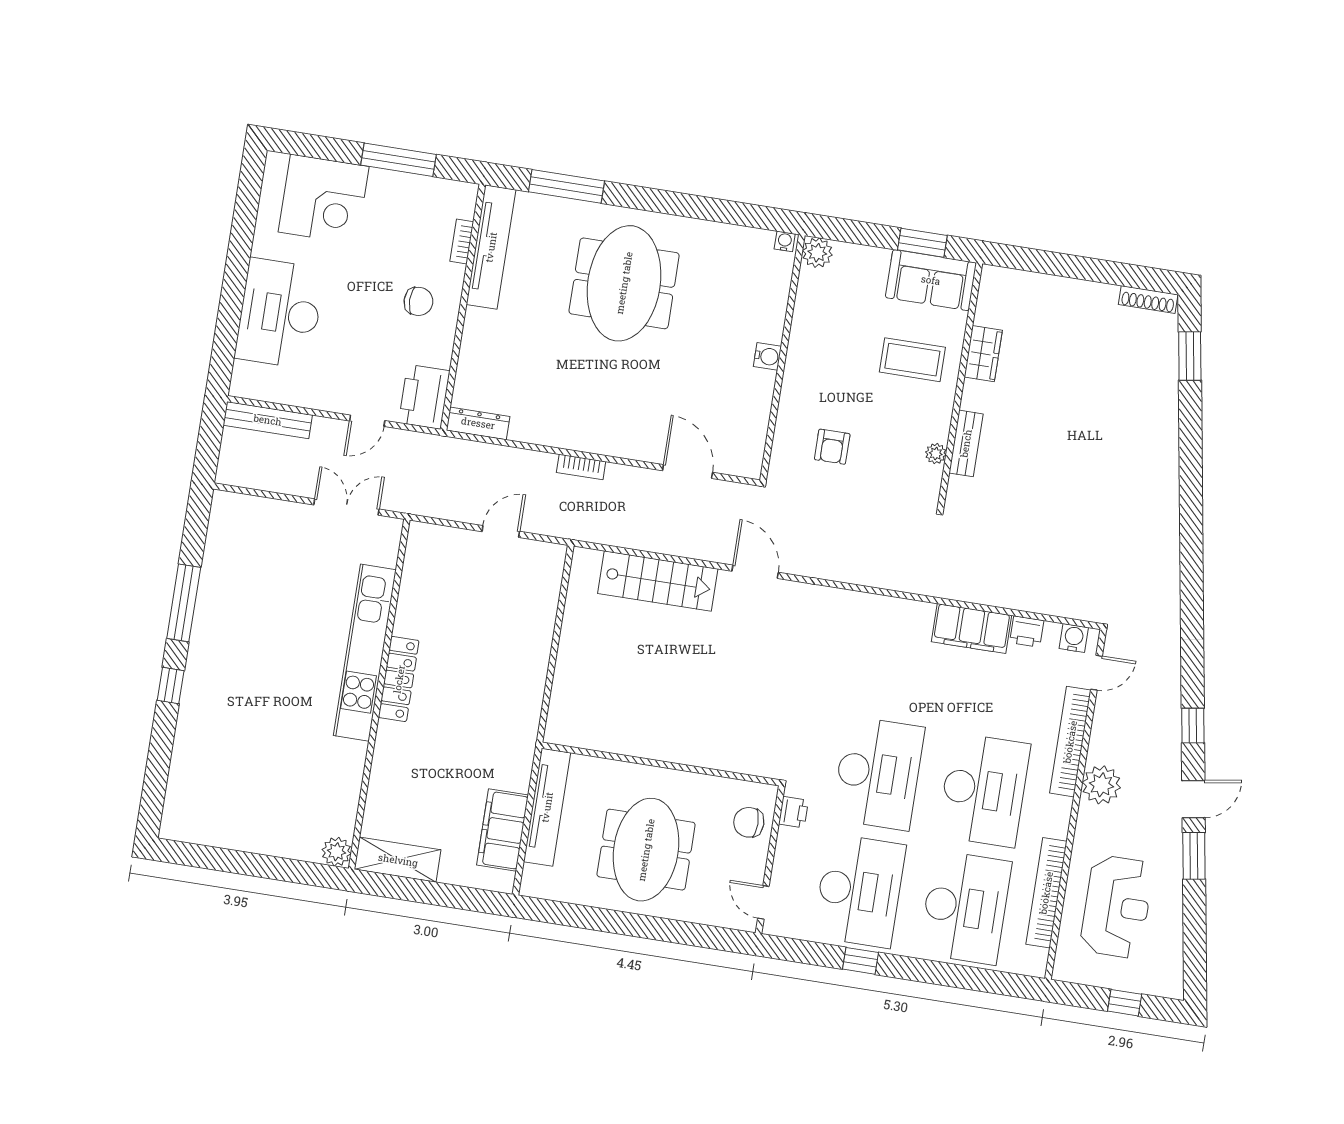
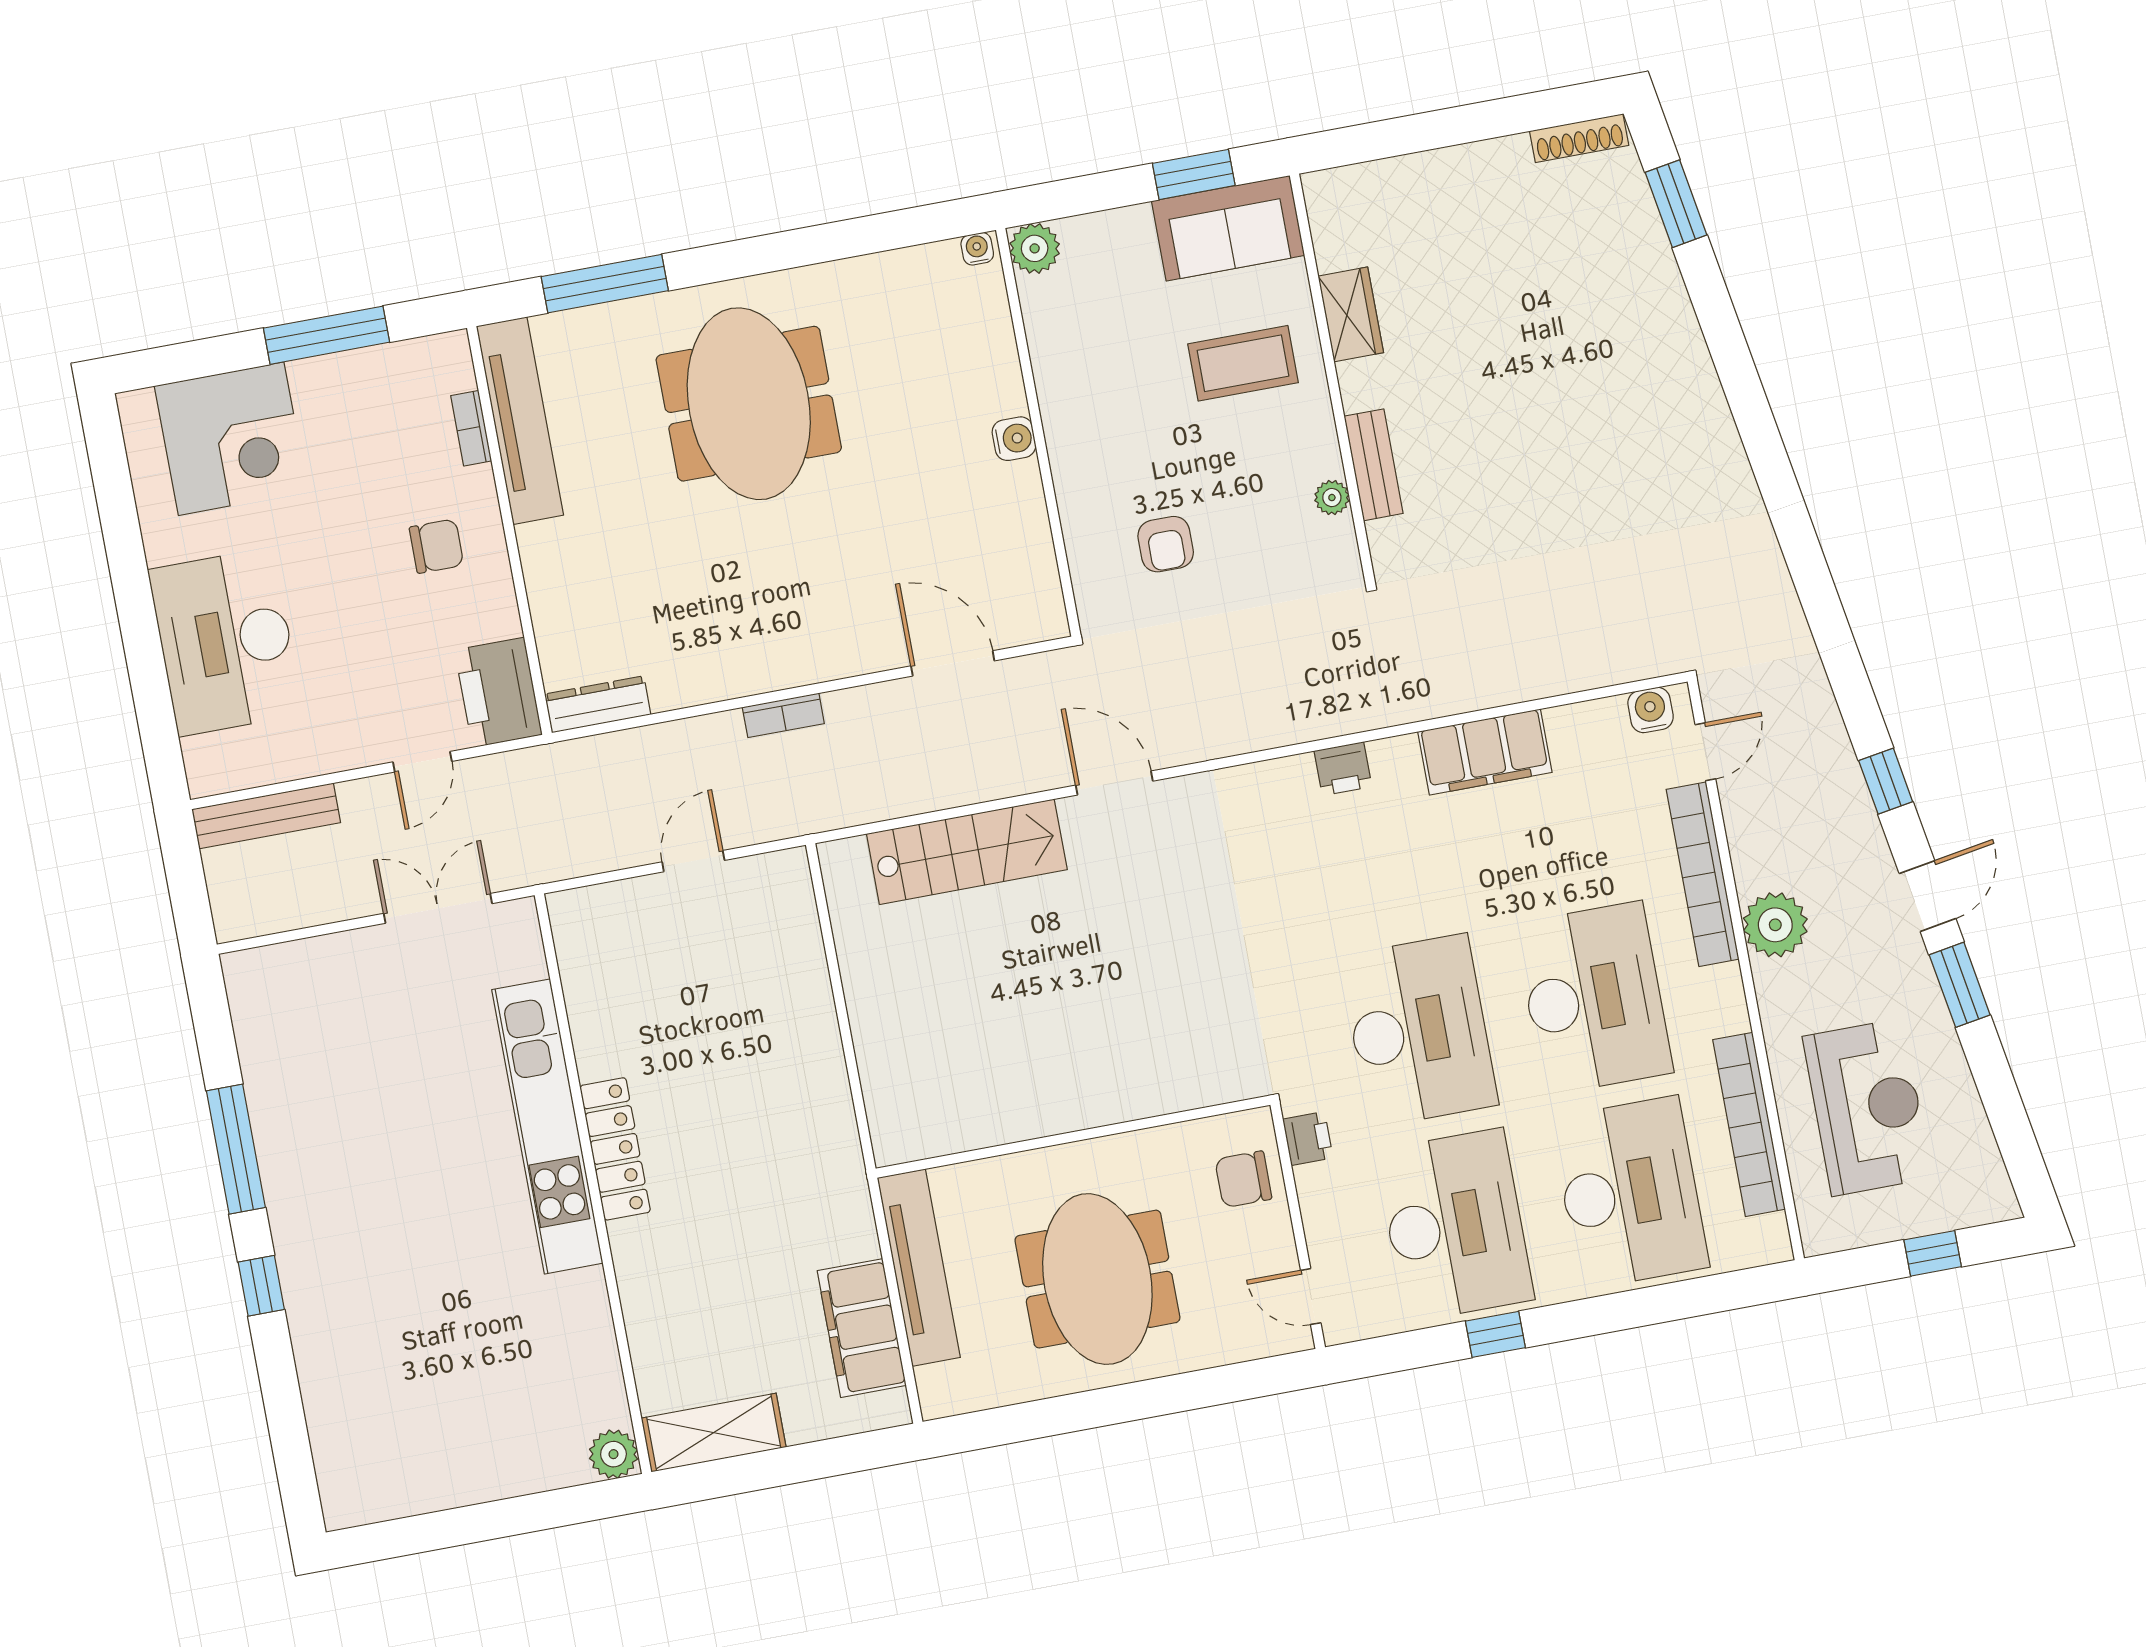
printer: (1027, 632) -> (1343, 769), moved

